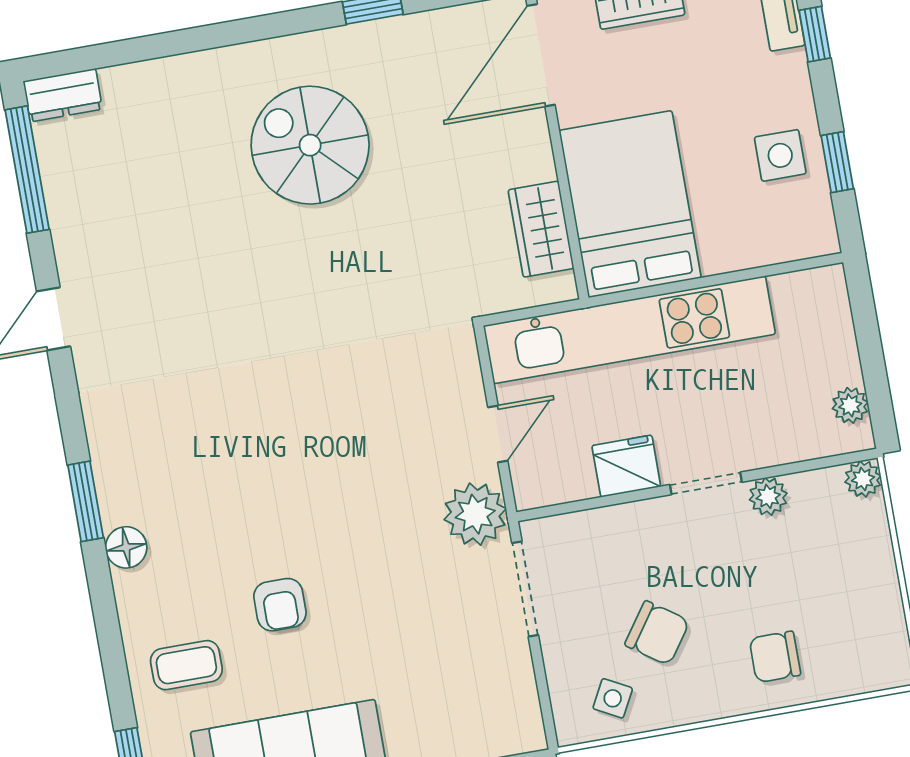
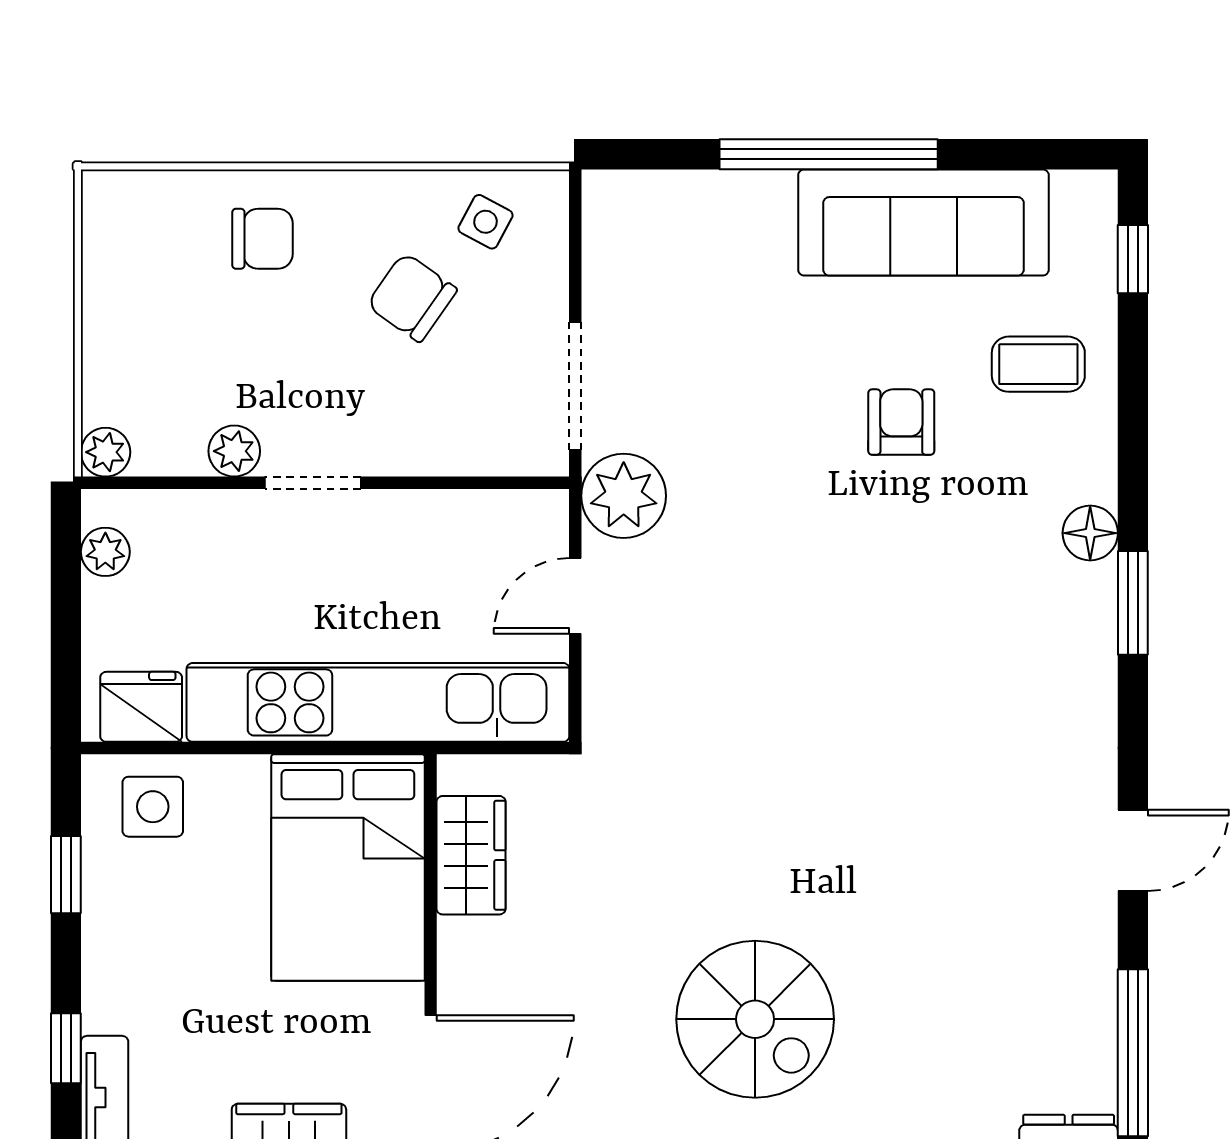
side table: (780, 155) -> (153, 807), moved
fridge: (626, 466) -> (141, 707), moved, turned 180

